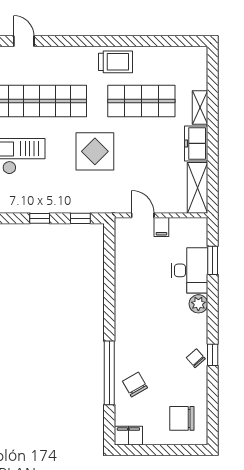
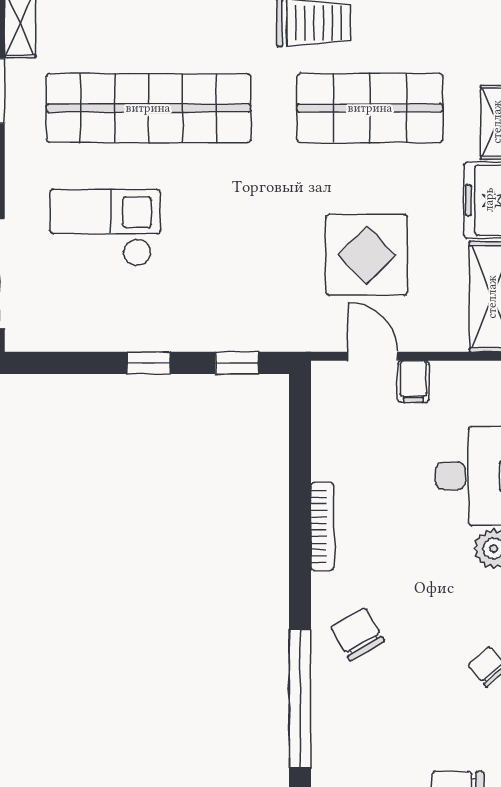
display table: (95, 151) -> (367, 255), moved
bookcase: (120, 294) -> (322, 527), added
chair: (135, 384) -> (358, 634), moved

